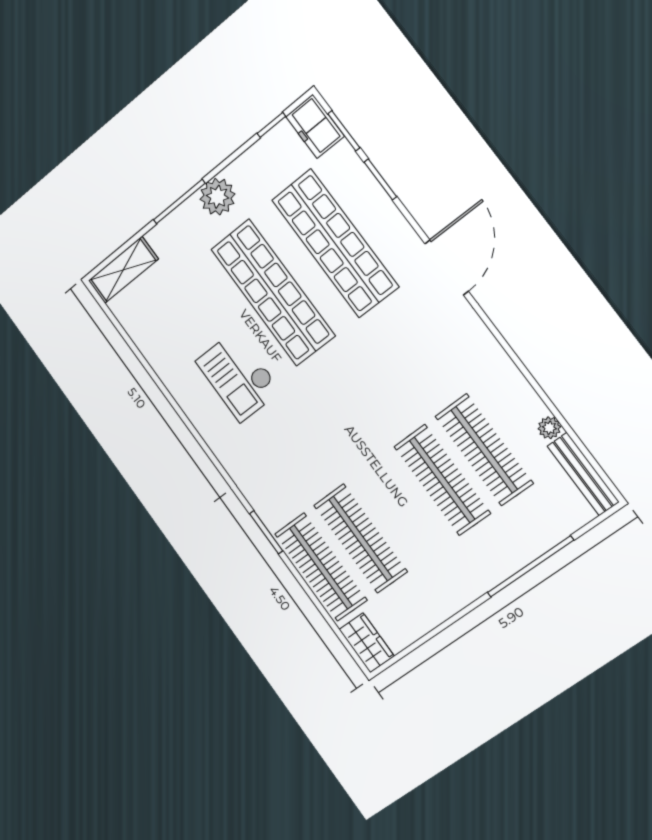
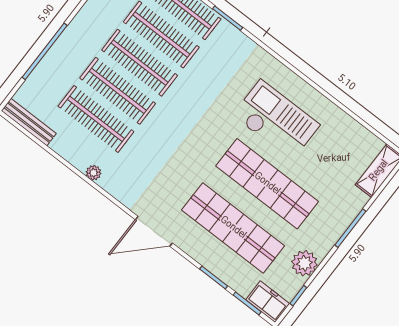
plant: (217, 197) -> (304, 263), moved
door: (447, 267) -> (154, 231), hinge flipped
checkout: (238, 376) -> (276, 120), width x1.36, depth x1.21
plant: (549, 428) -> (93, 173), moved
clothes rail: (401, 509) -> (140, 63), added

